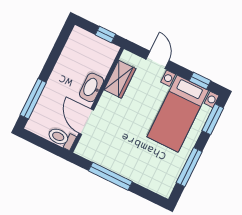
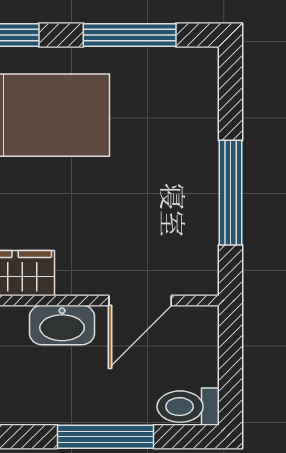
window: (33, 99) -> (106, 437), moved
toilet: (61, 138) -> (188, 407), moved, turned 90

